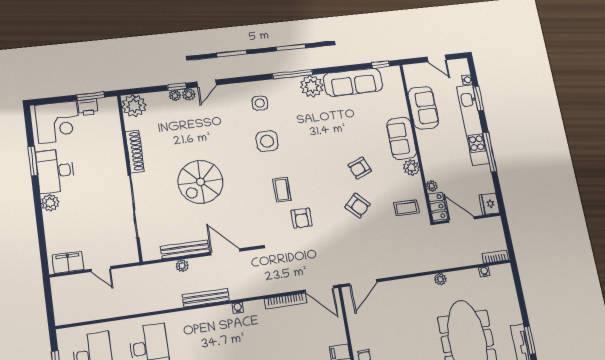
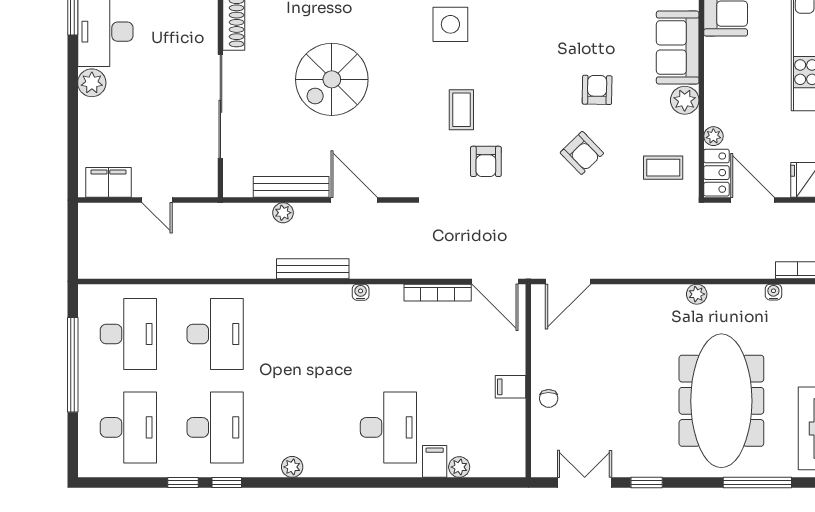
armchair: (360, 168) -> (597, 90), turned 114

